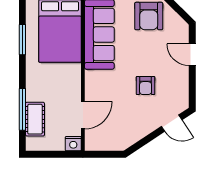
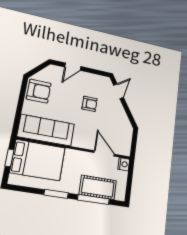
window: (22, 40) -> (56, 194), moved
cot: (35, 119) -> (98, 187), width x1.37, depth x1.34

